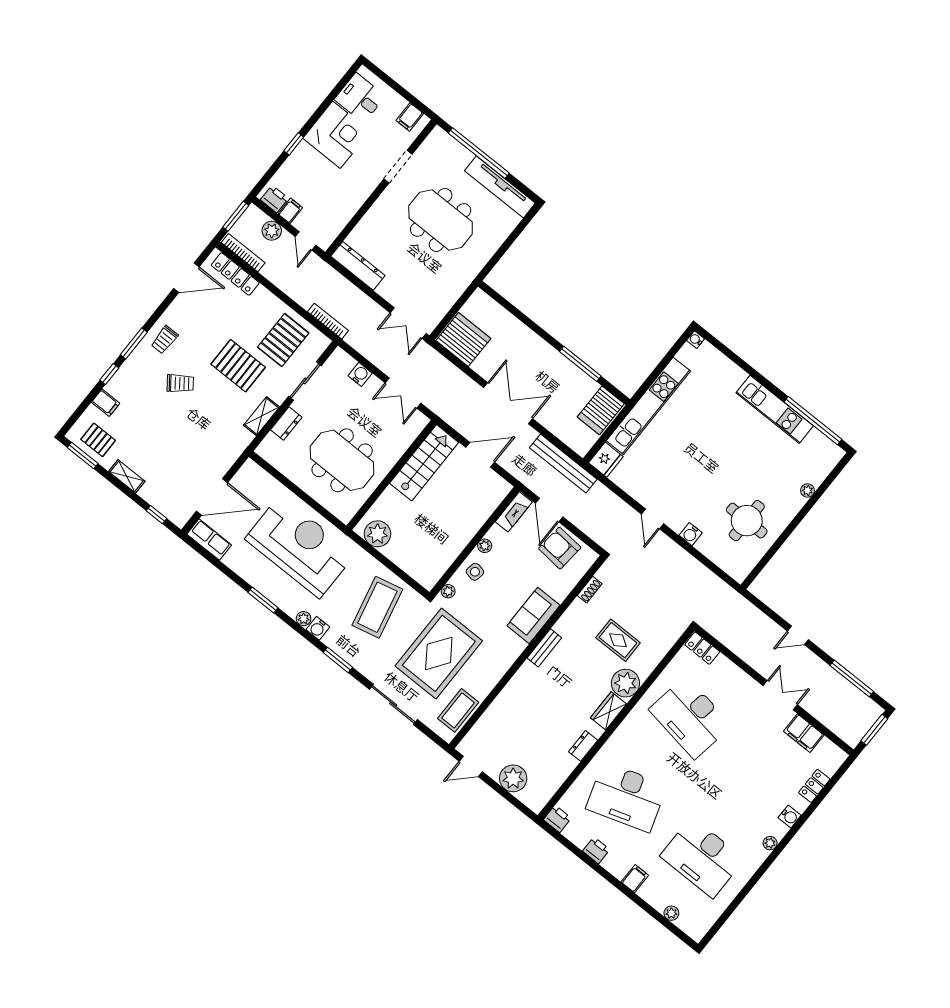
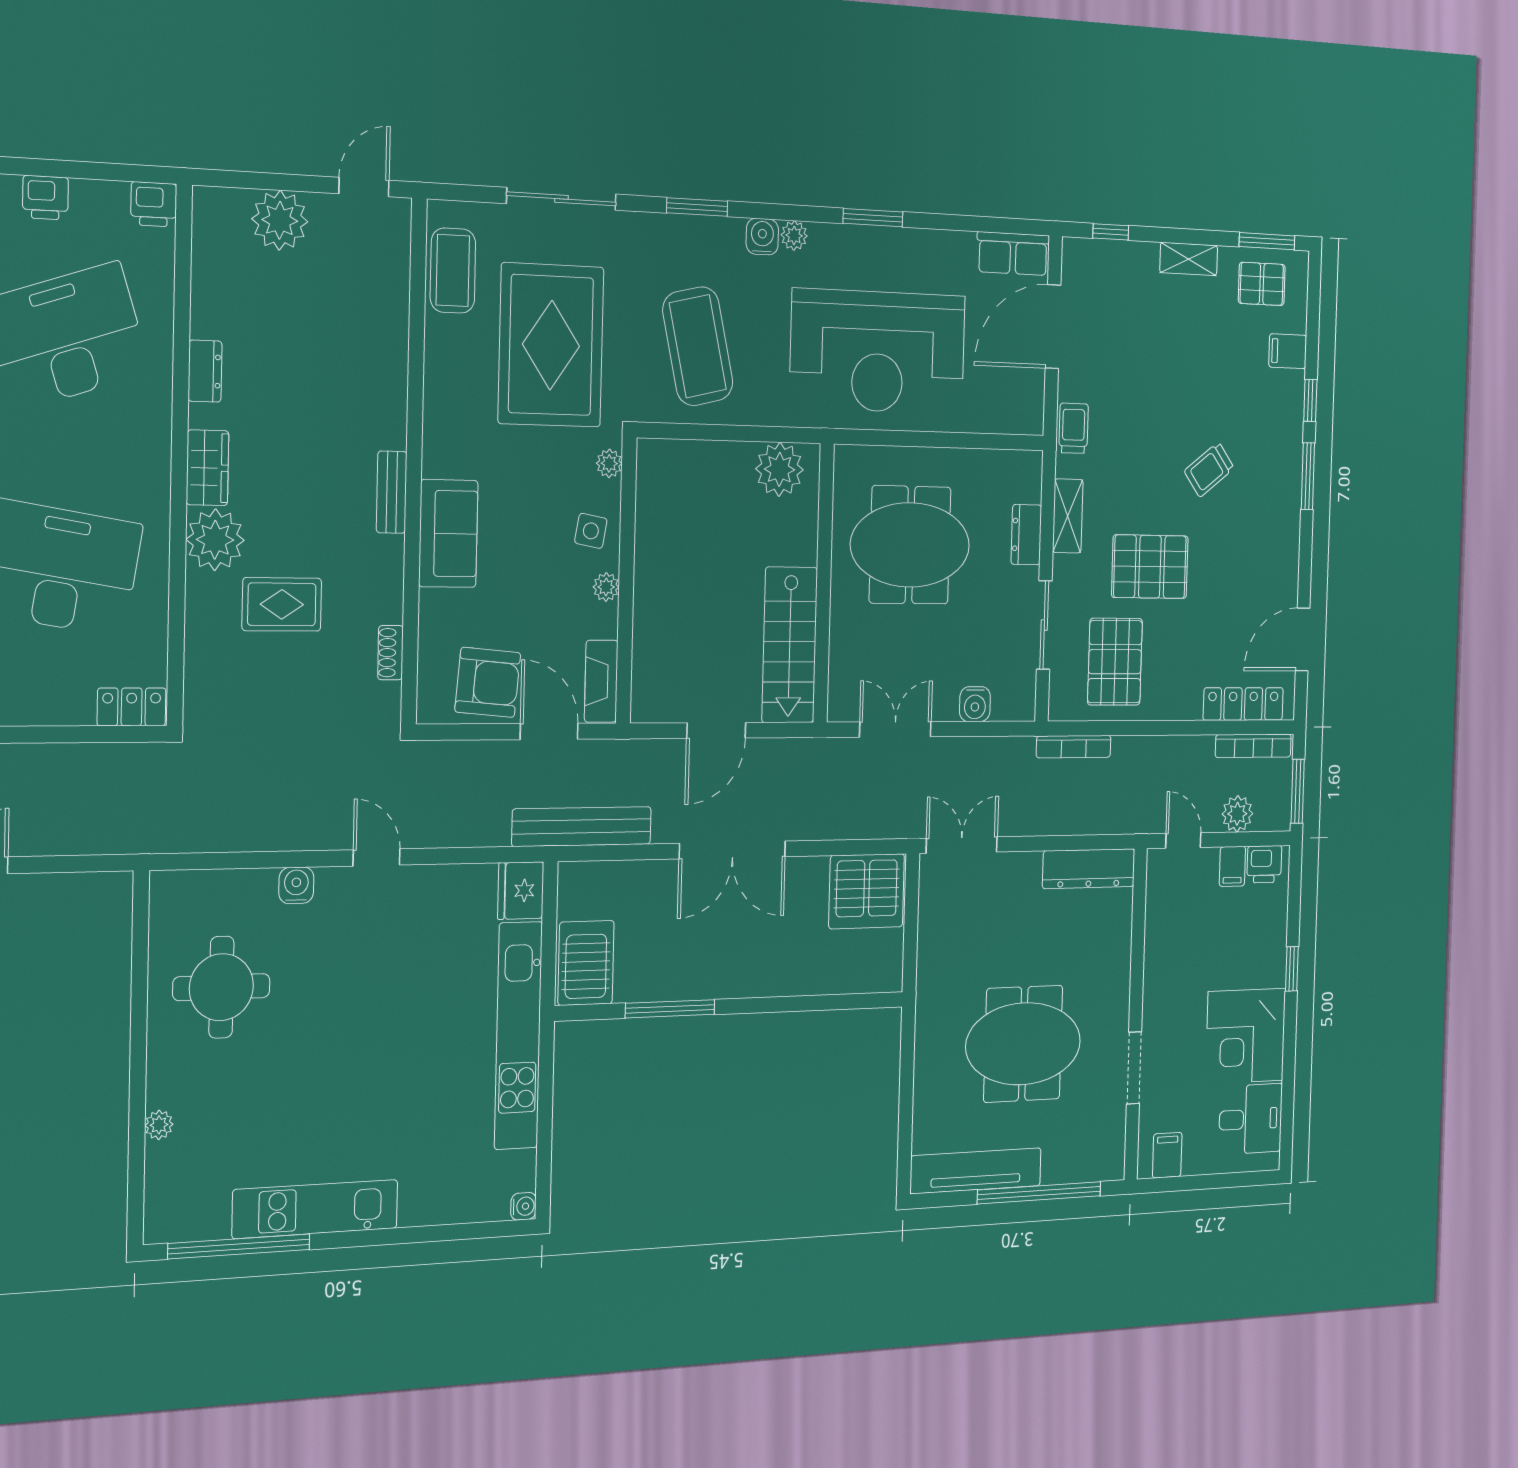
trolley: (164, 340) -> (1074, 428), moved

